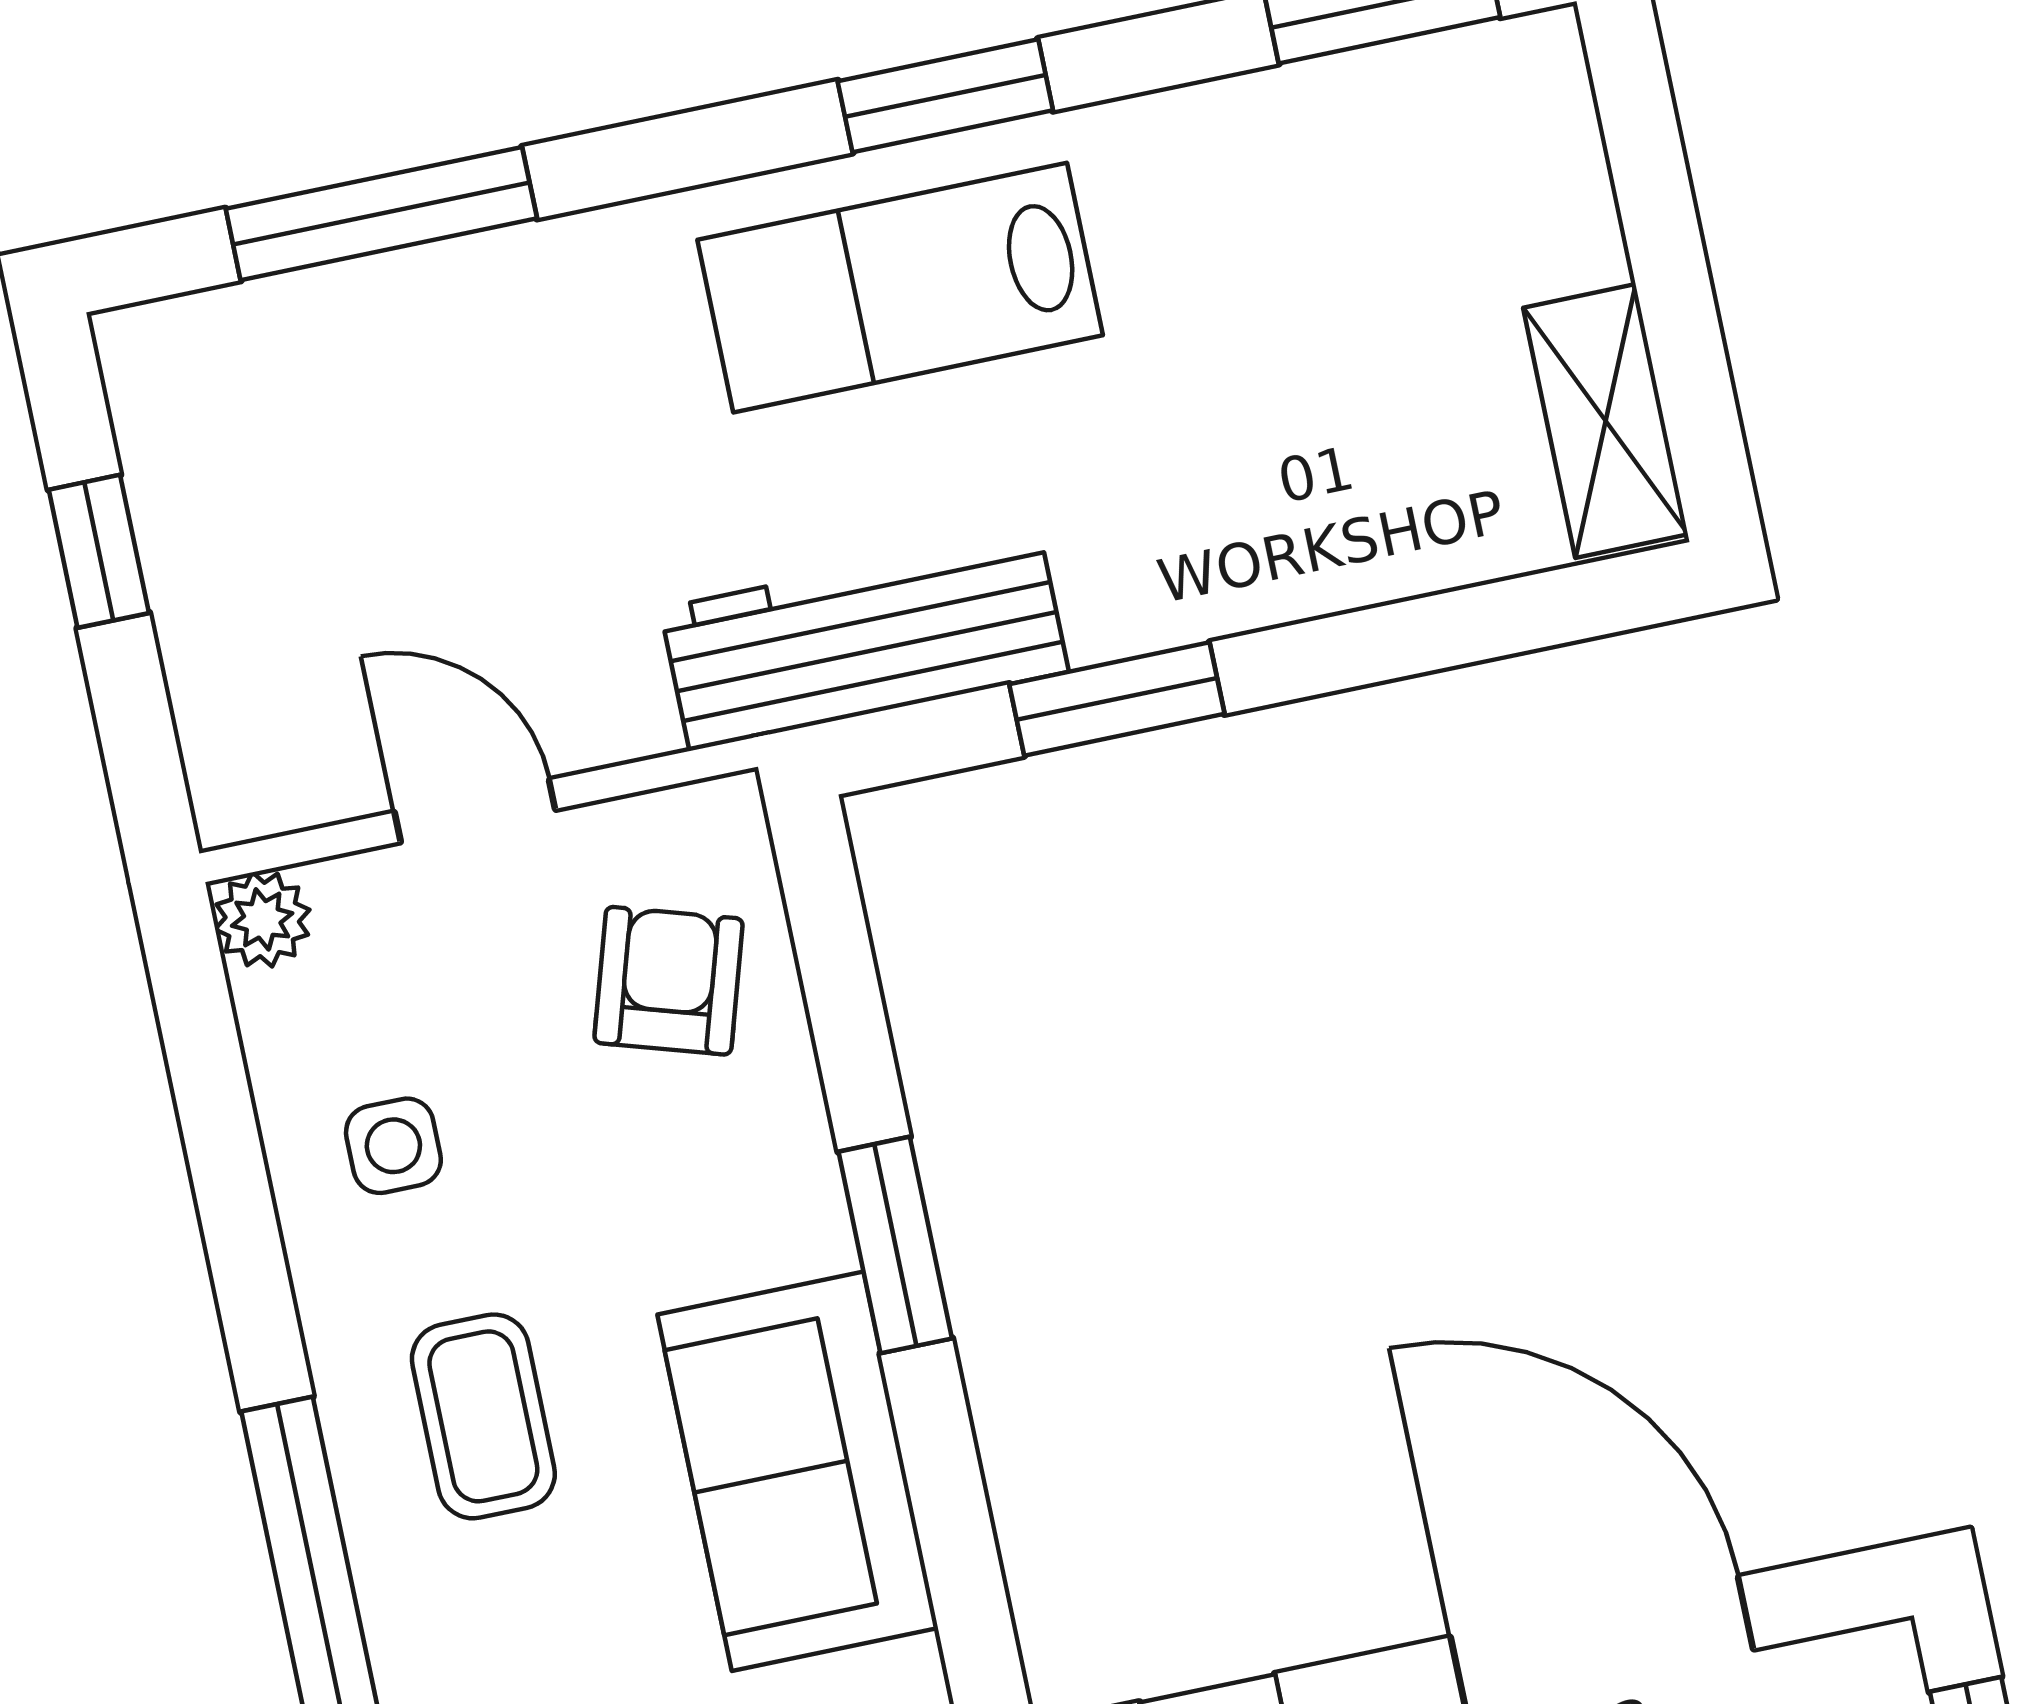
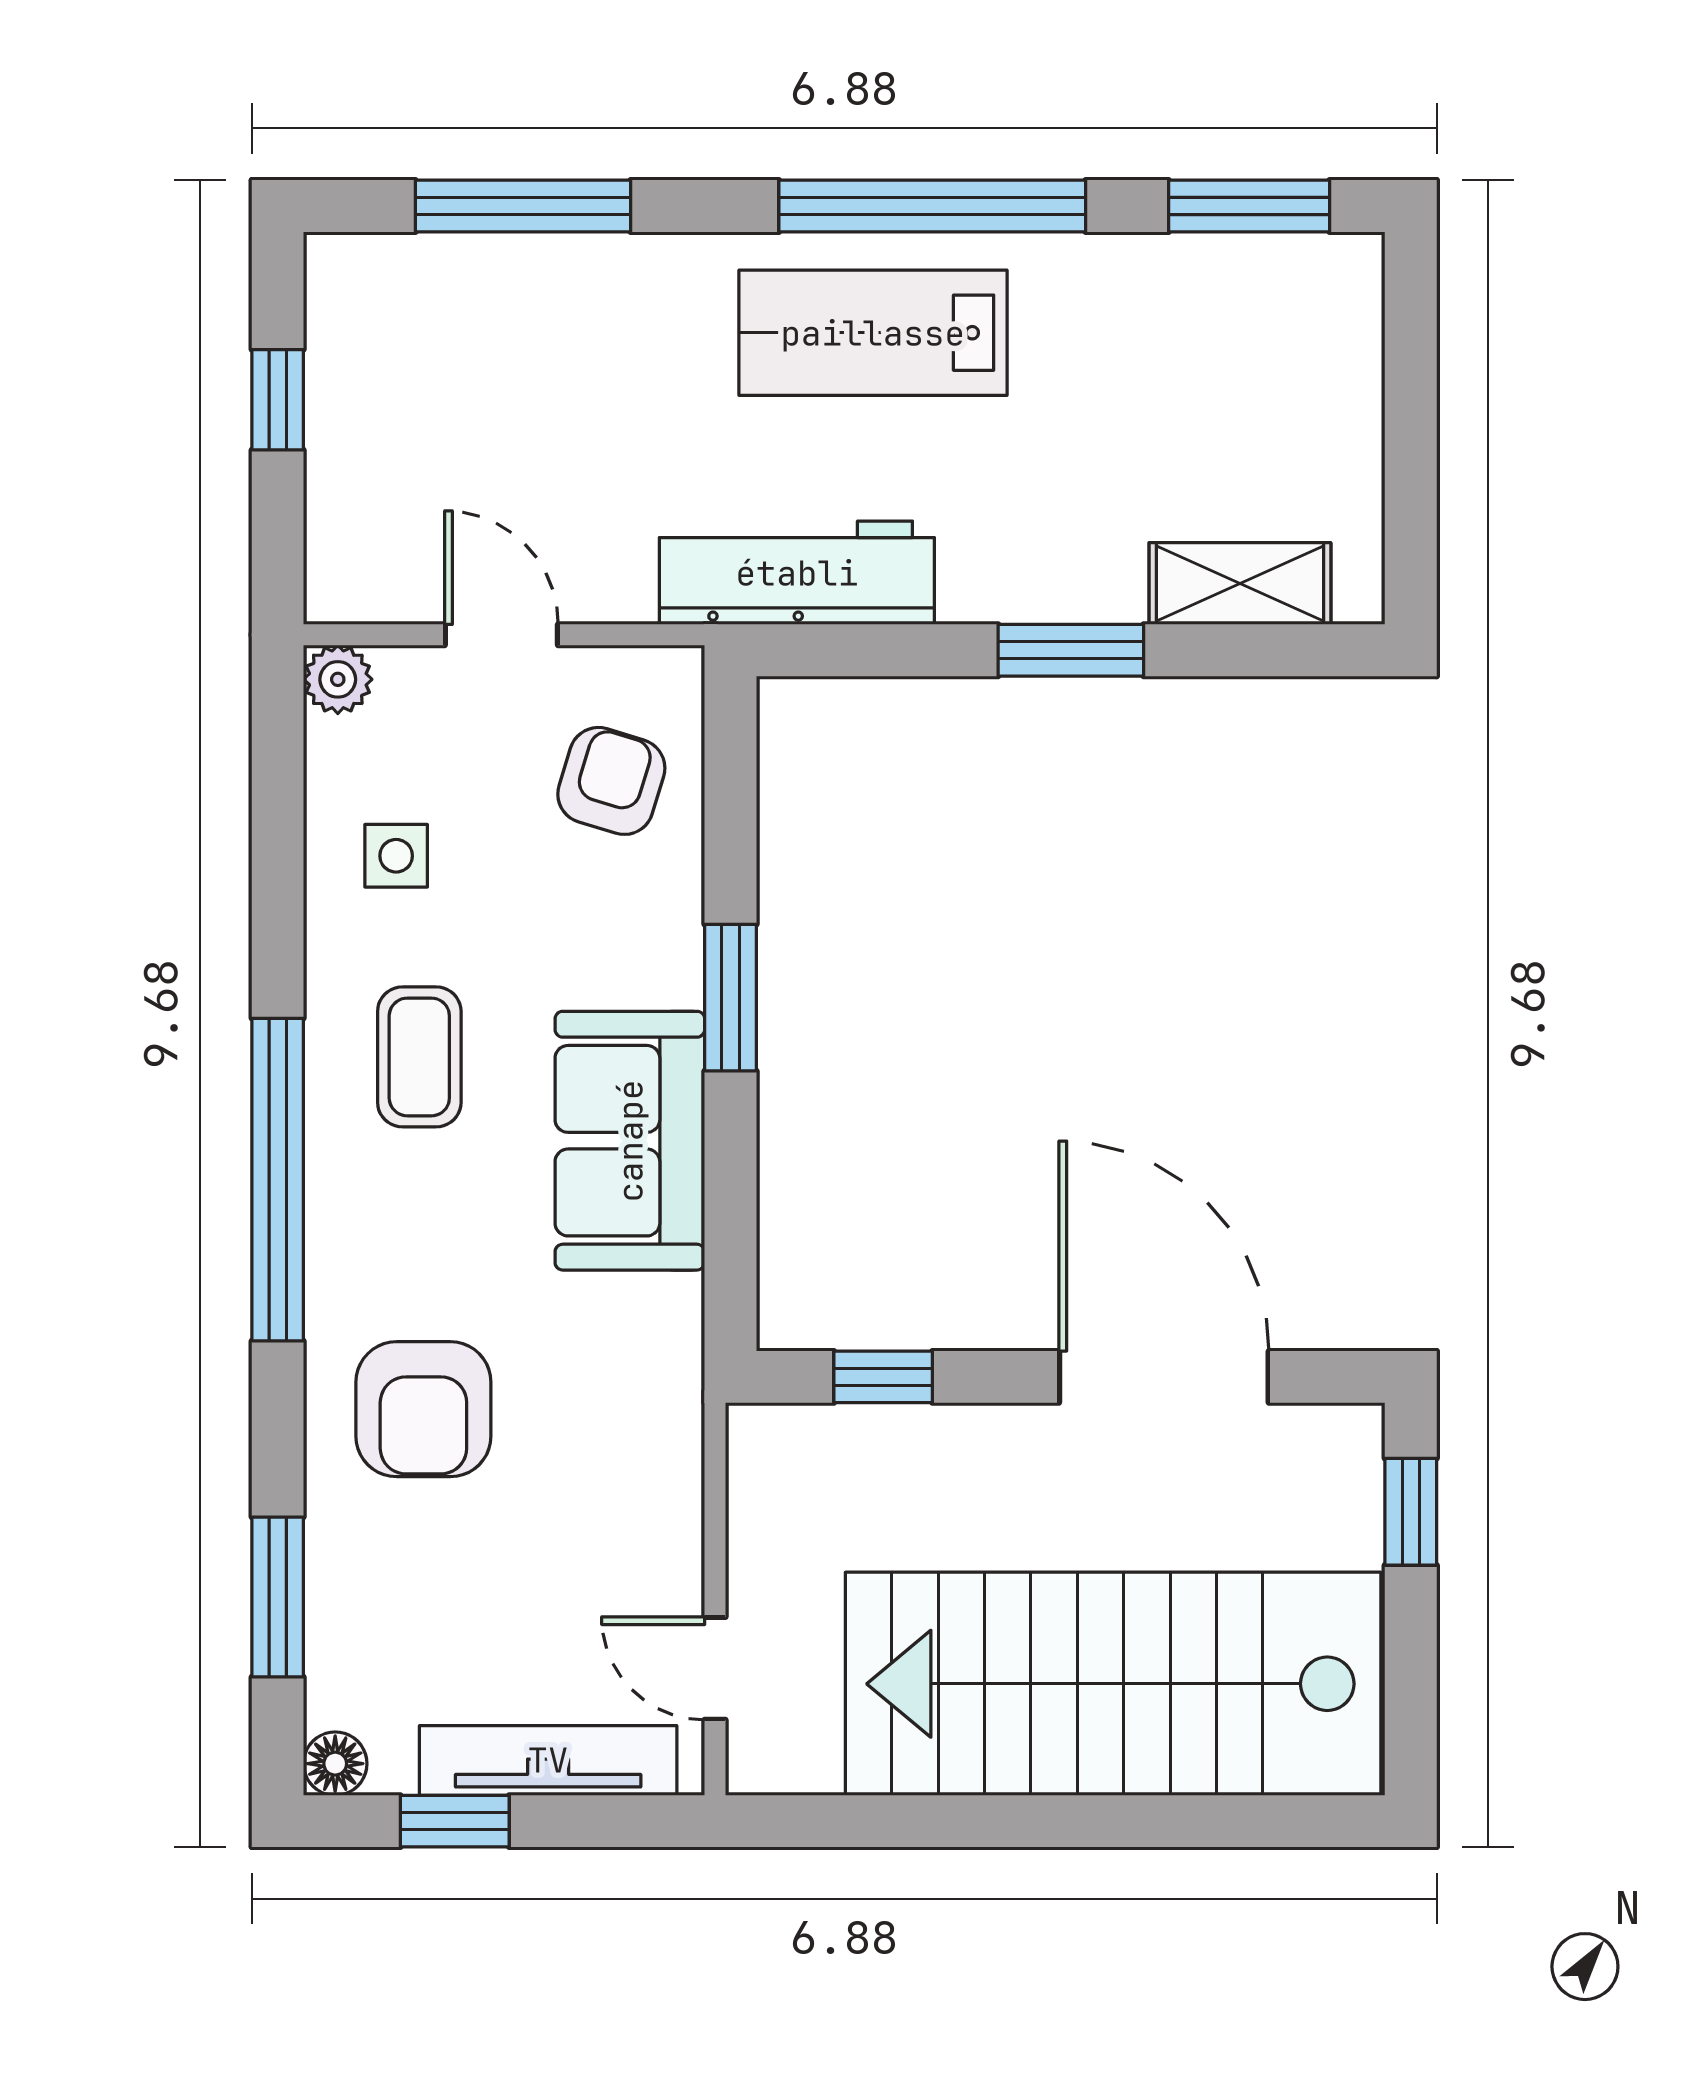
window: (945, 96) -> (932, 206), width x2.11
shelving: (1606, 421) -> (1240, 584), moved, turned 90
window: (1117, 699) -> (1071, 650), moved

